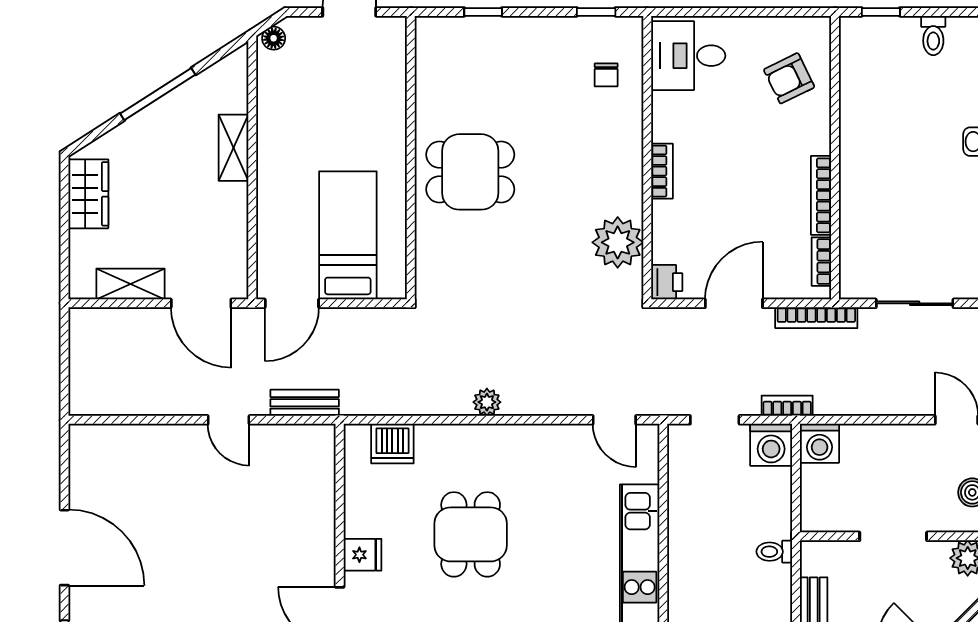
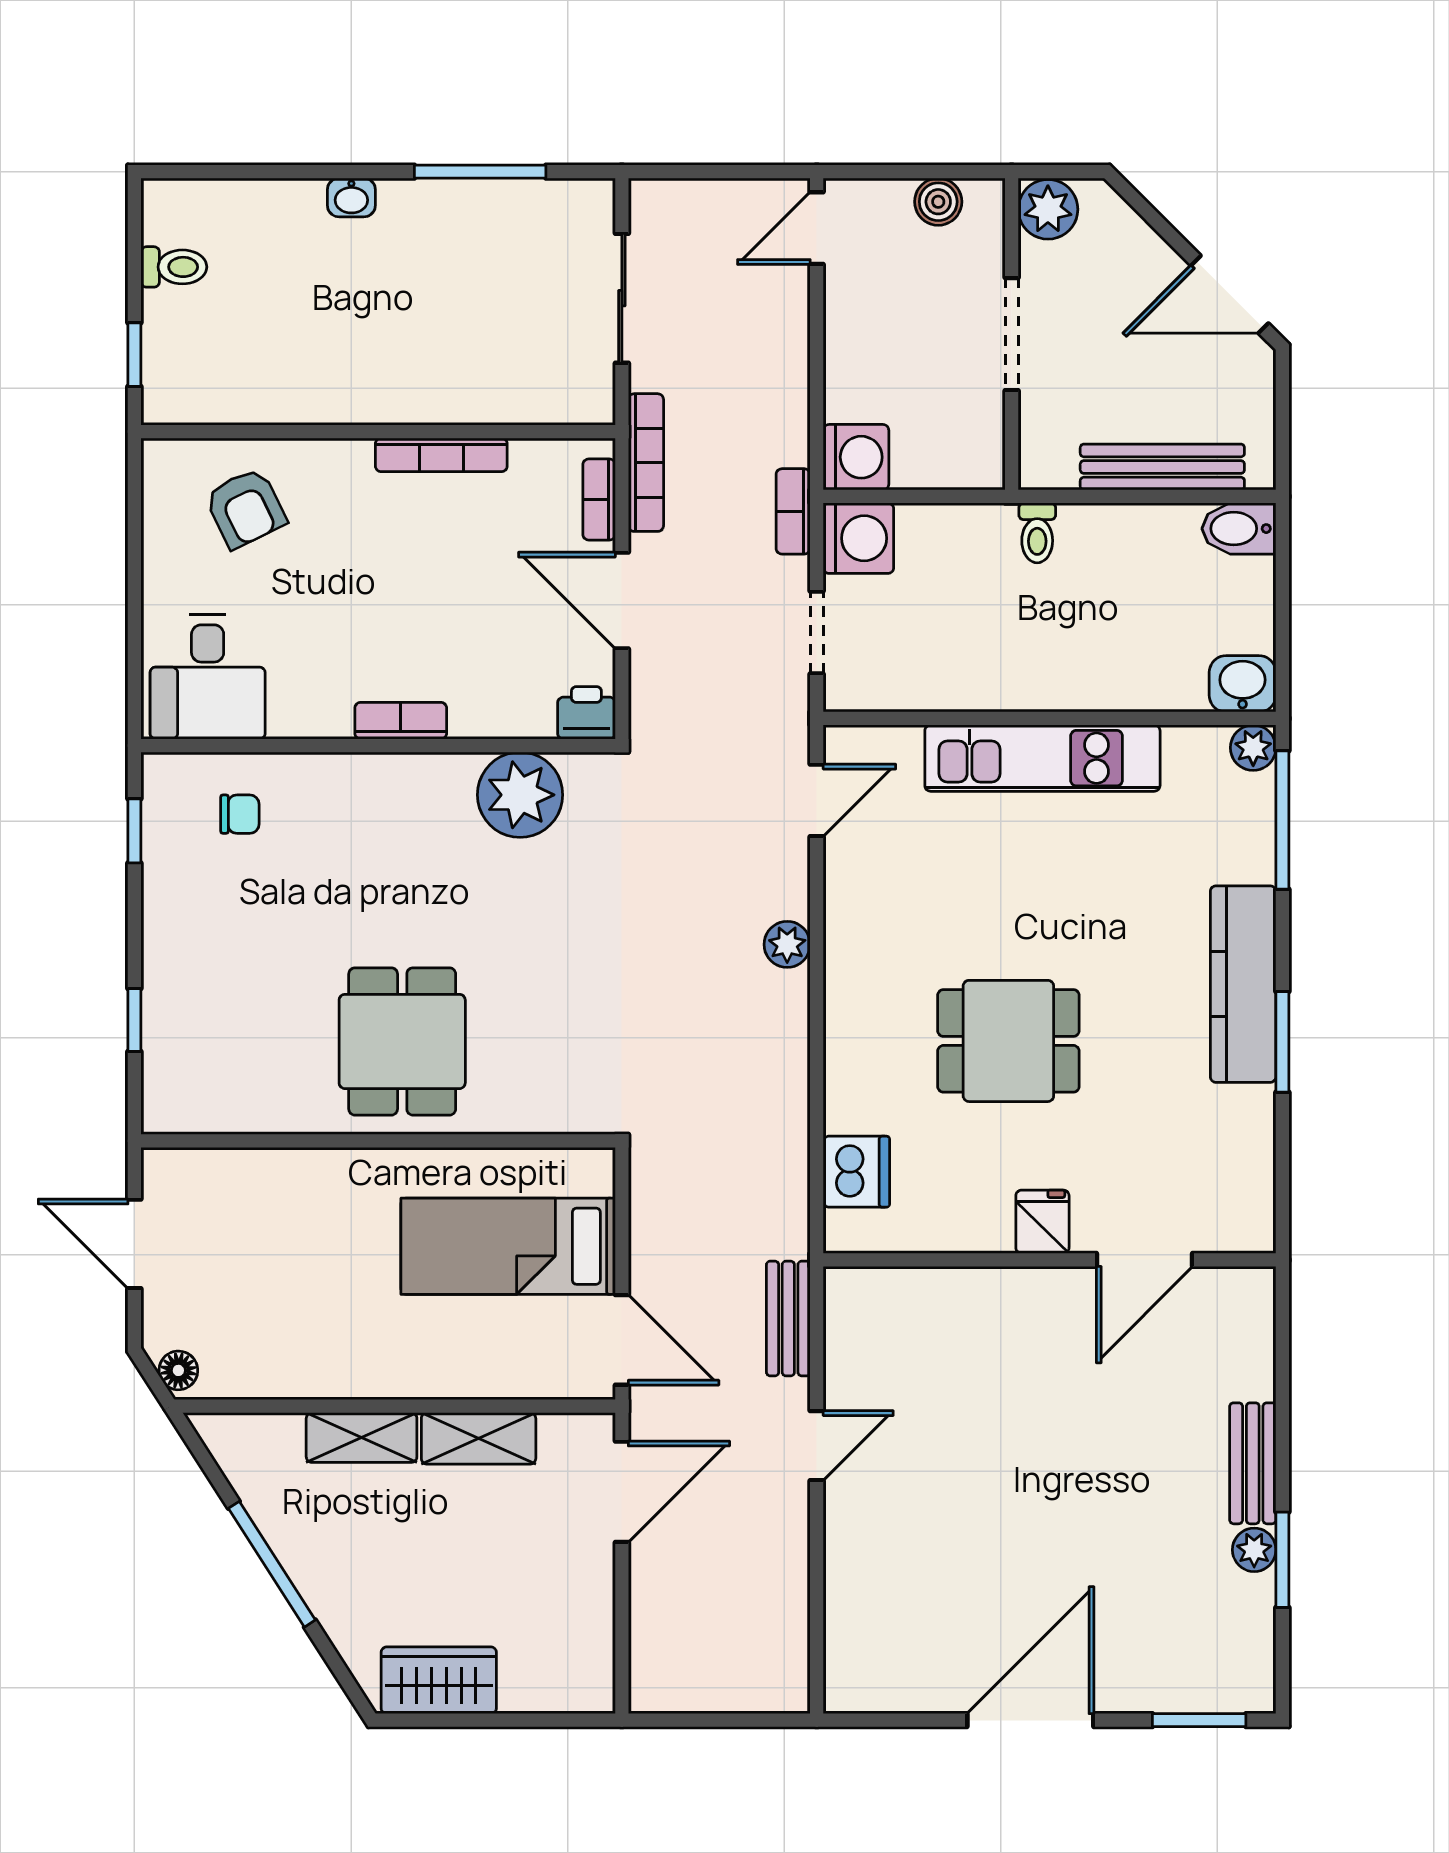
bookcase: (821, 262) -> (599, 500), moved, turned 90
shelving: (130, 284) -> (479, 1438), moved, turned 90
plant: (487, 402) -> (787, 944), moved

